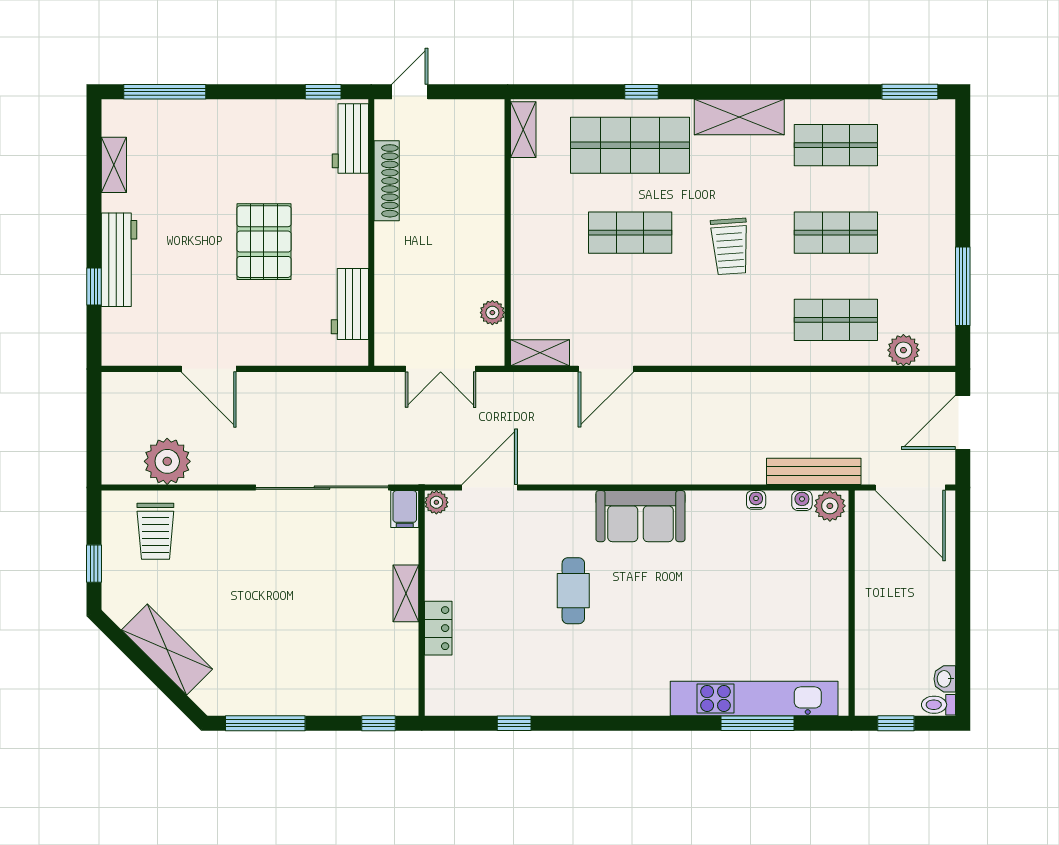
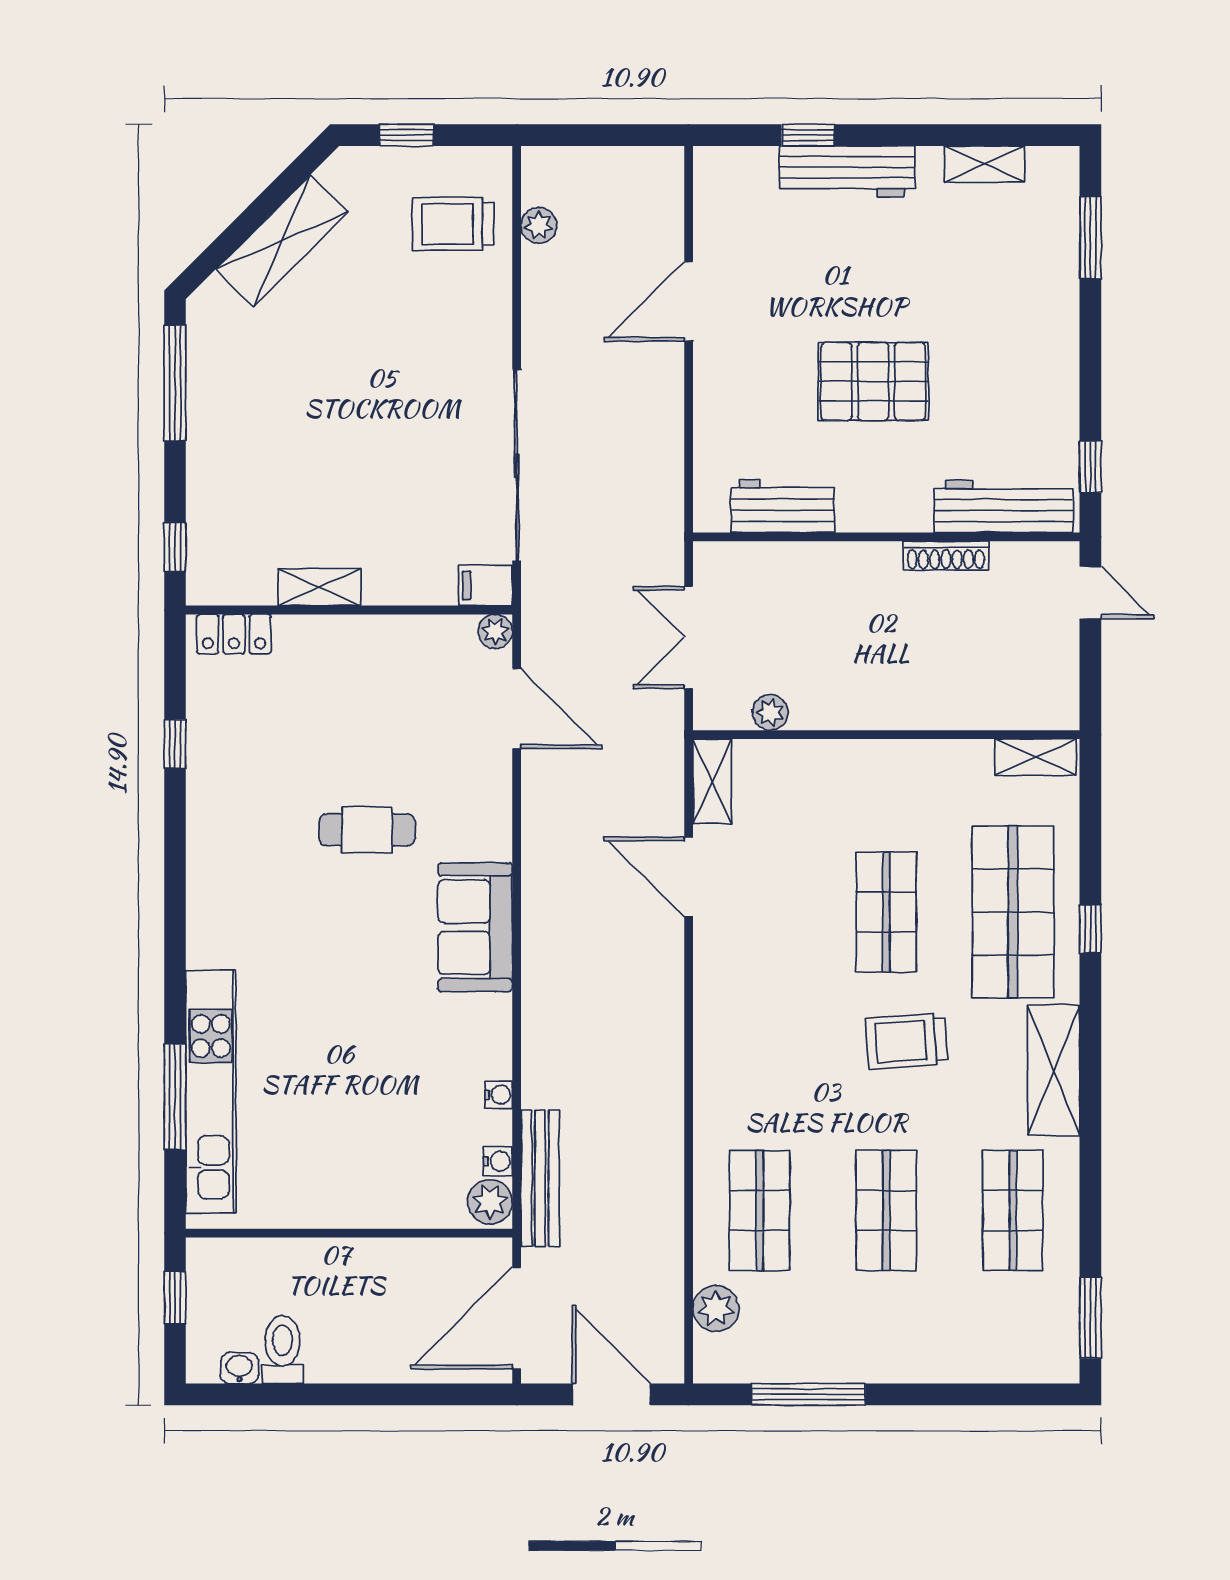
window: (165, 92) -> (1090, 238), width x0.69
workbench: (350, 139) -> (1004, 507), width x1.37
shoe rack: (387, 181) -> (946, 556), width x0.74, depth x0.81
trolley: (730, 246) -> (907, 1041), moved
plant: (167, 461) -> (539, 225), width x0.53, depth x0.53
shelving: (406, 593) -> (319, 587), moved
locker: (438, 628) -> (234, 634), moved
toilet: (938, 705) -> (282, 1350), moved, width x1.37, depth x1.39

